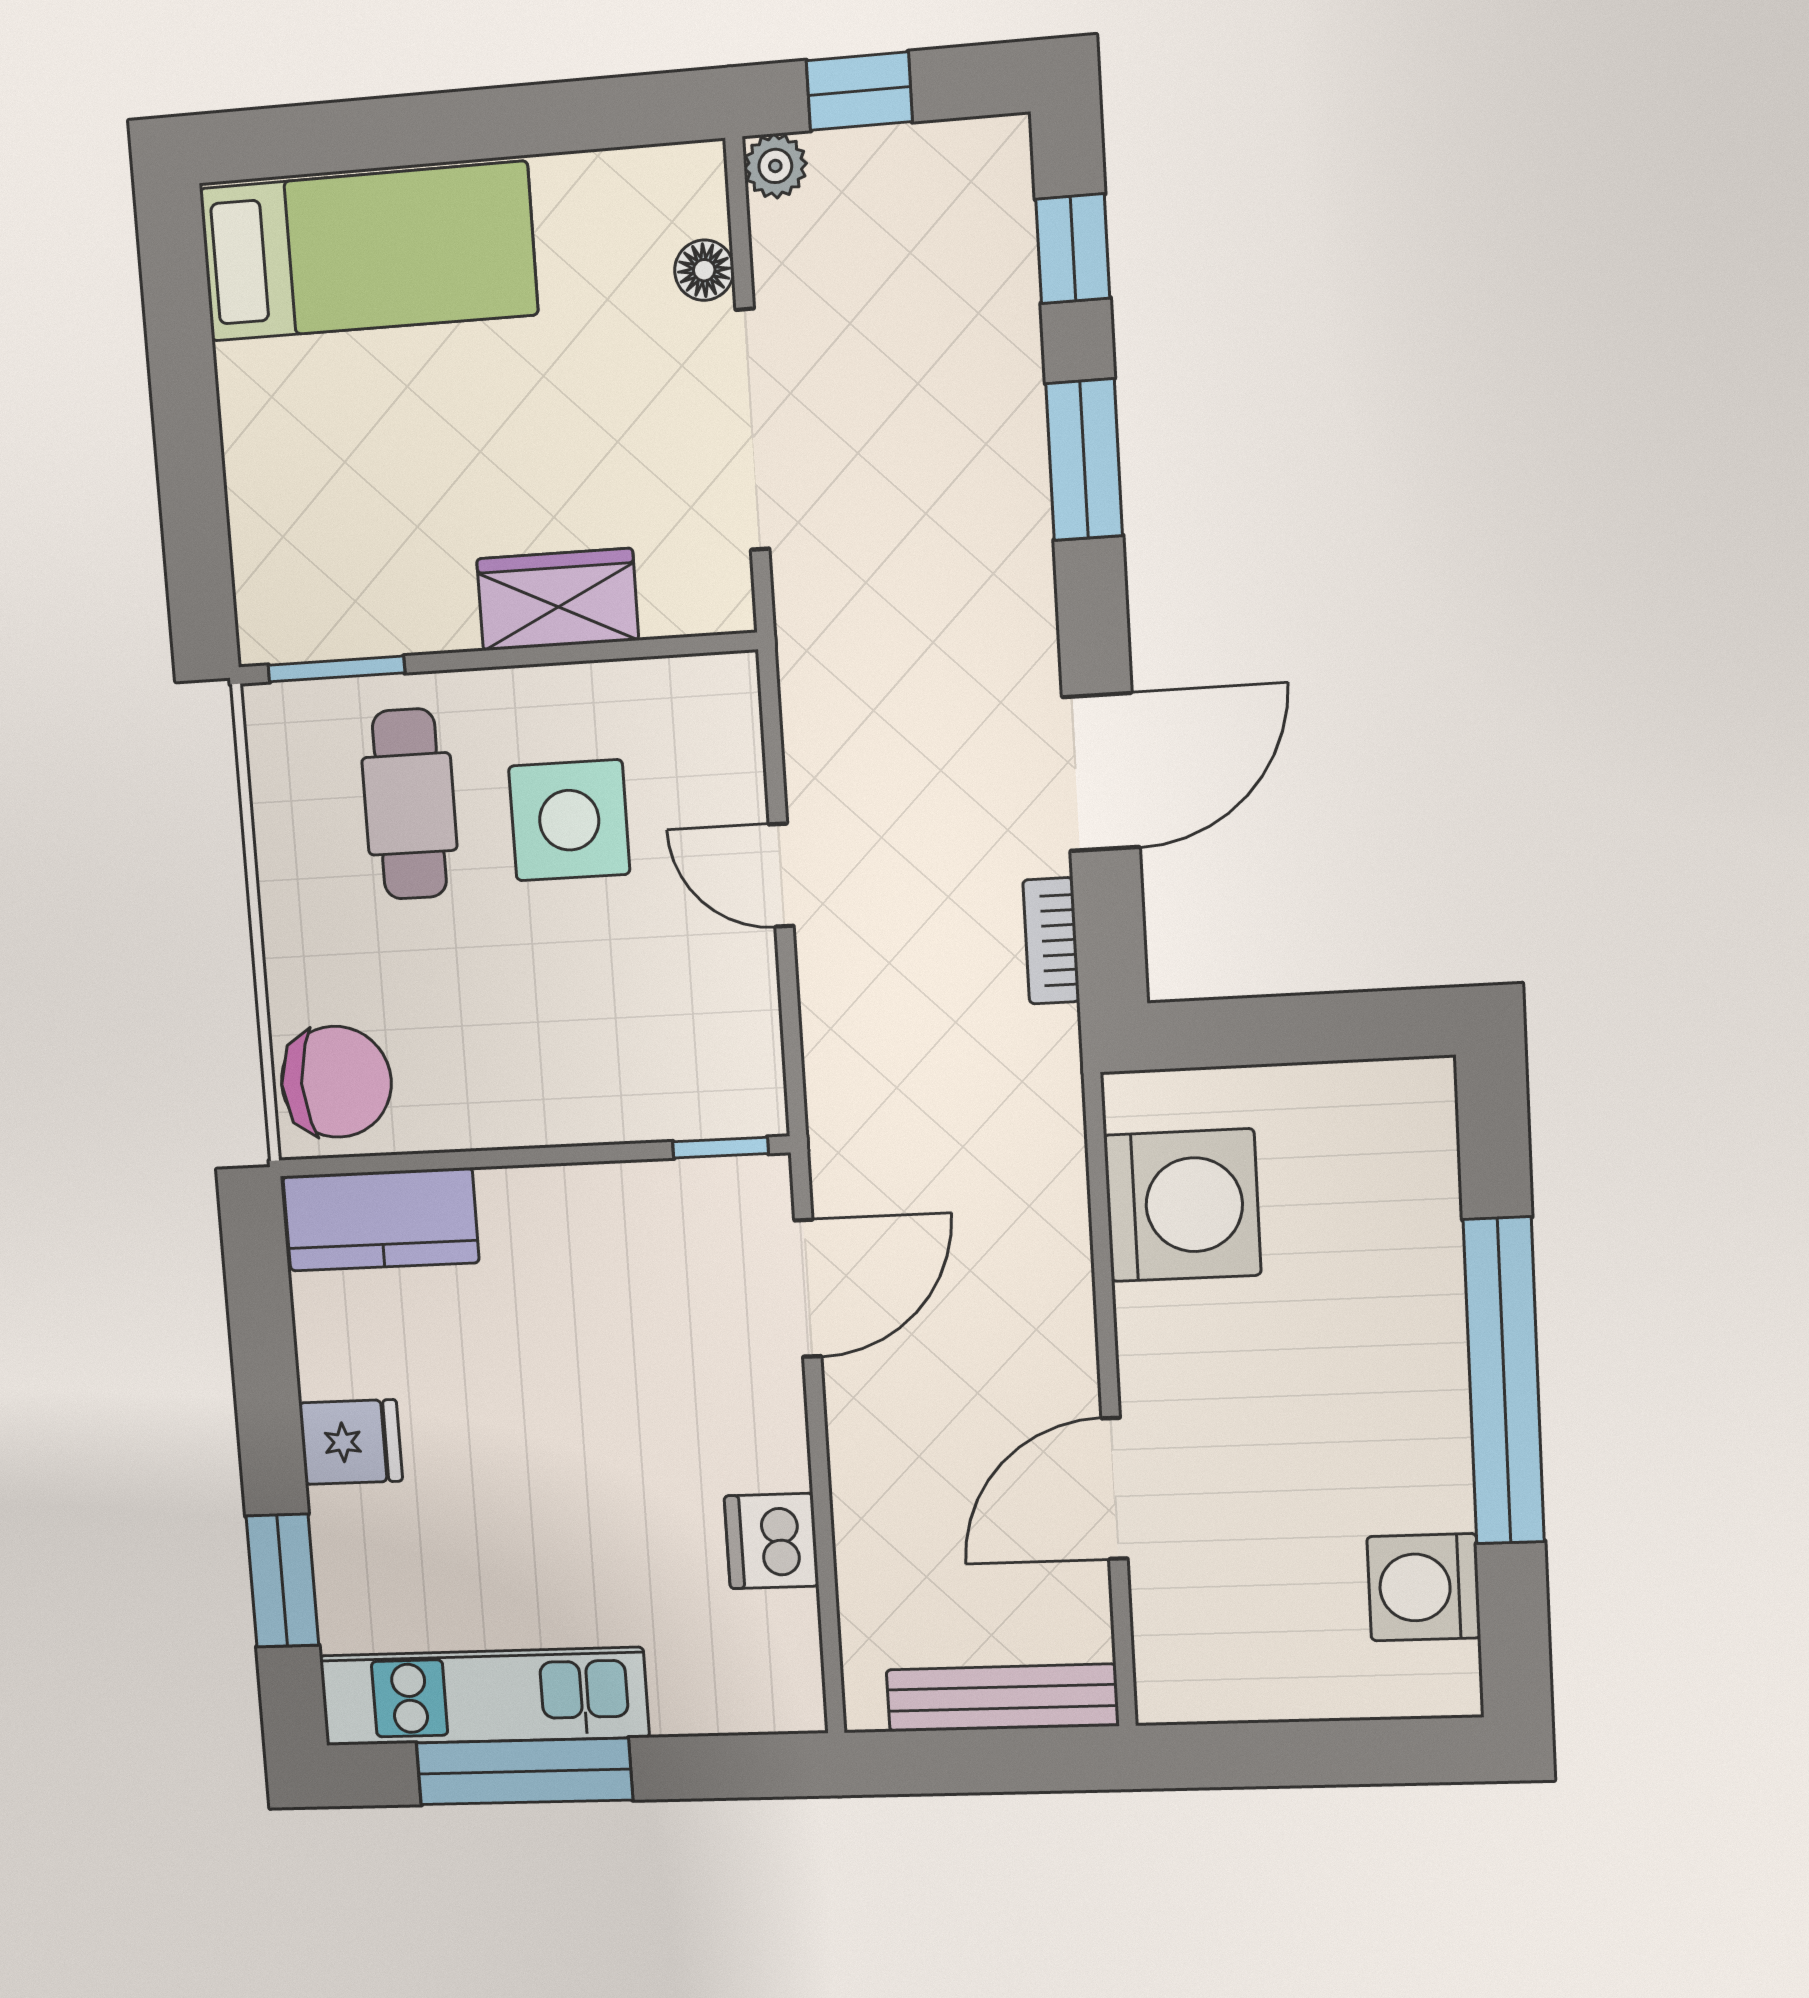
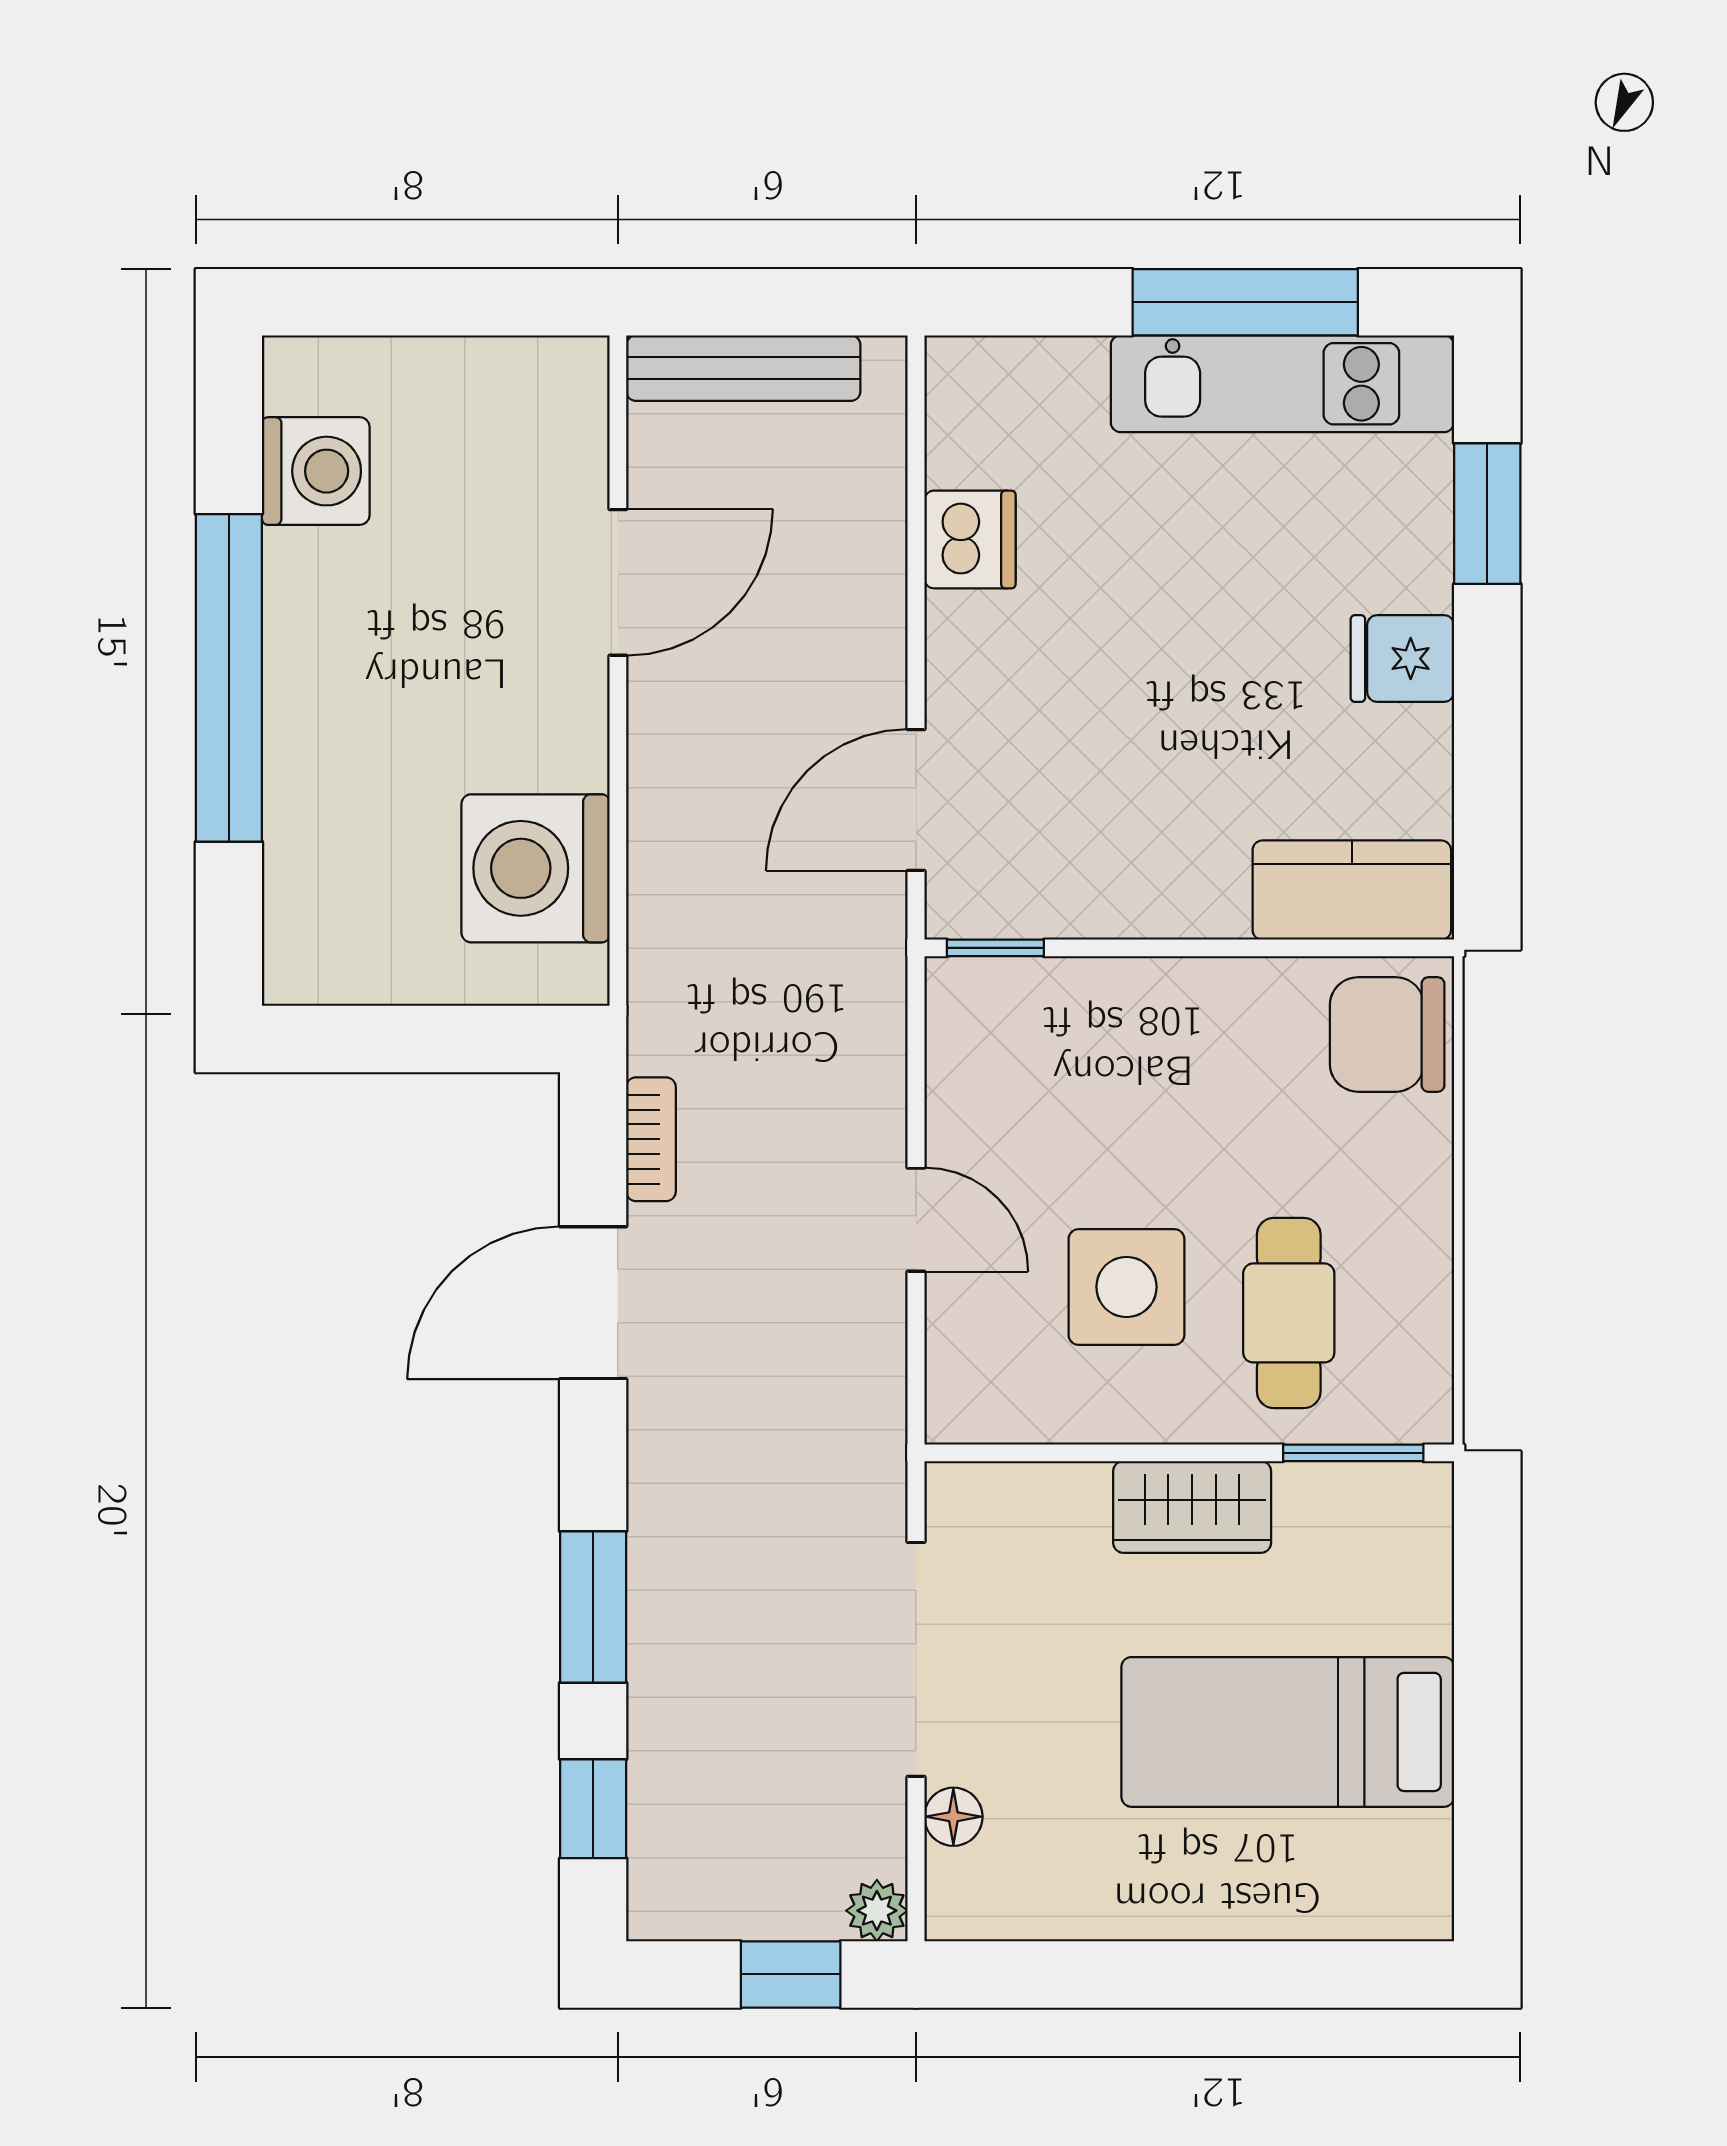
bed: (368, 252) -> (1288, 1732), moved
wardrobe: (558, 600) -> (1192, 1507), moved

